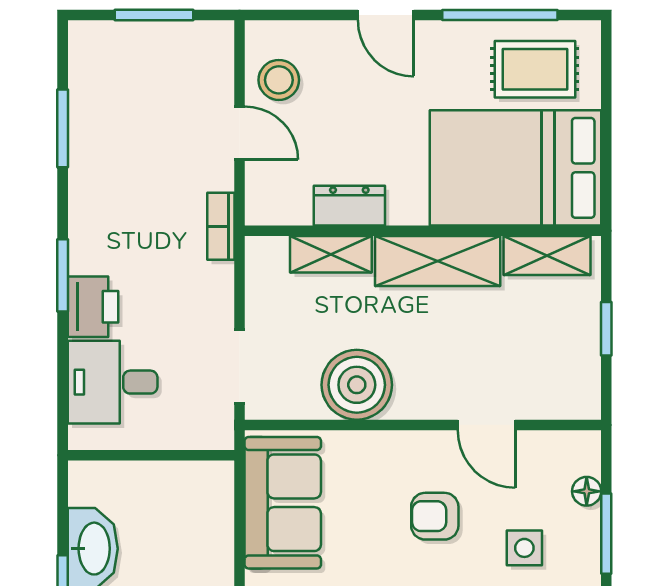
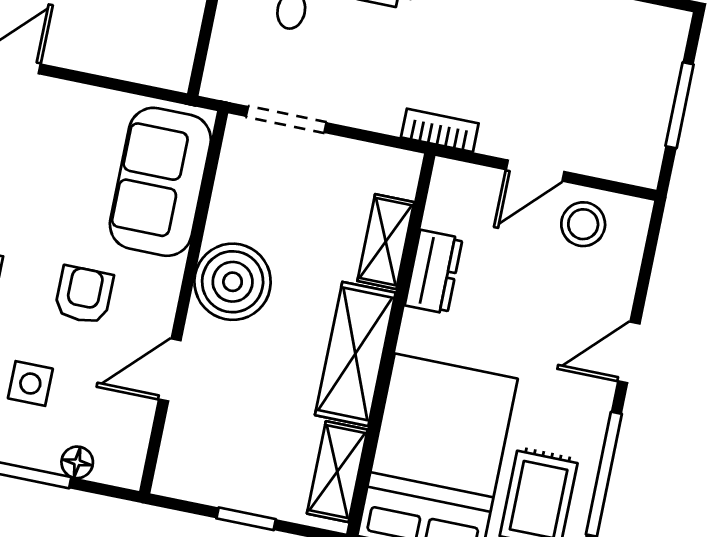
boiler: (357, 385) -> (233, 282), moved
sofa: (283, 503) -> (160, 182), moved, turned 90

